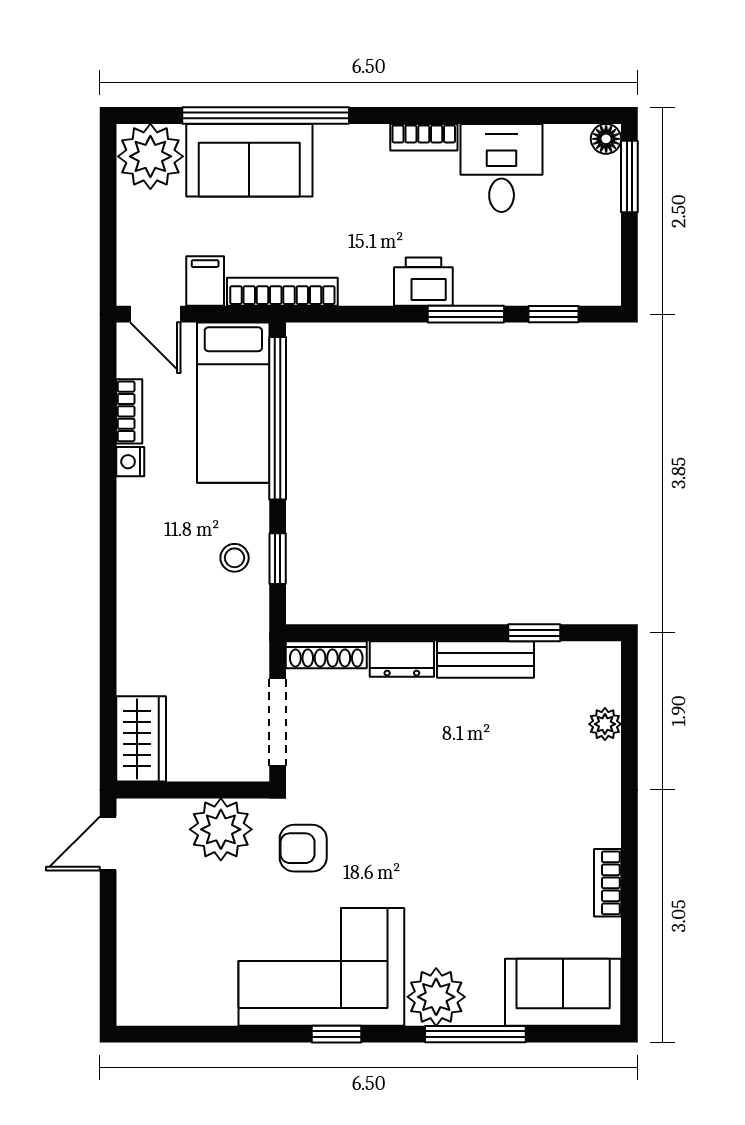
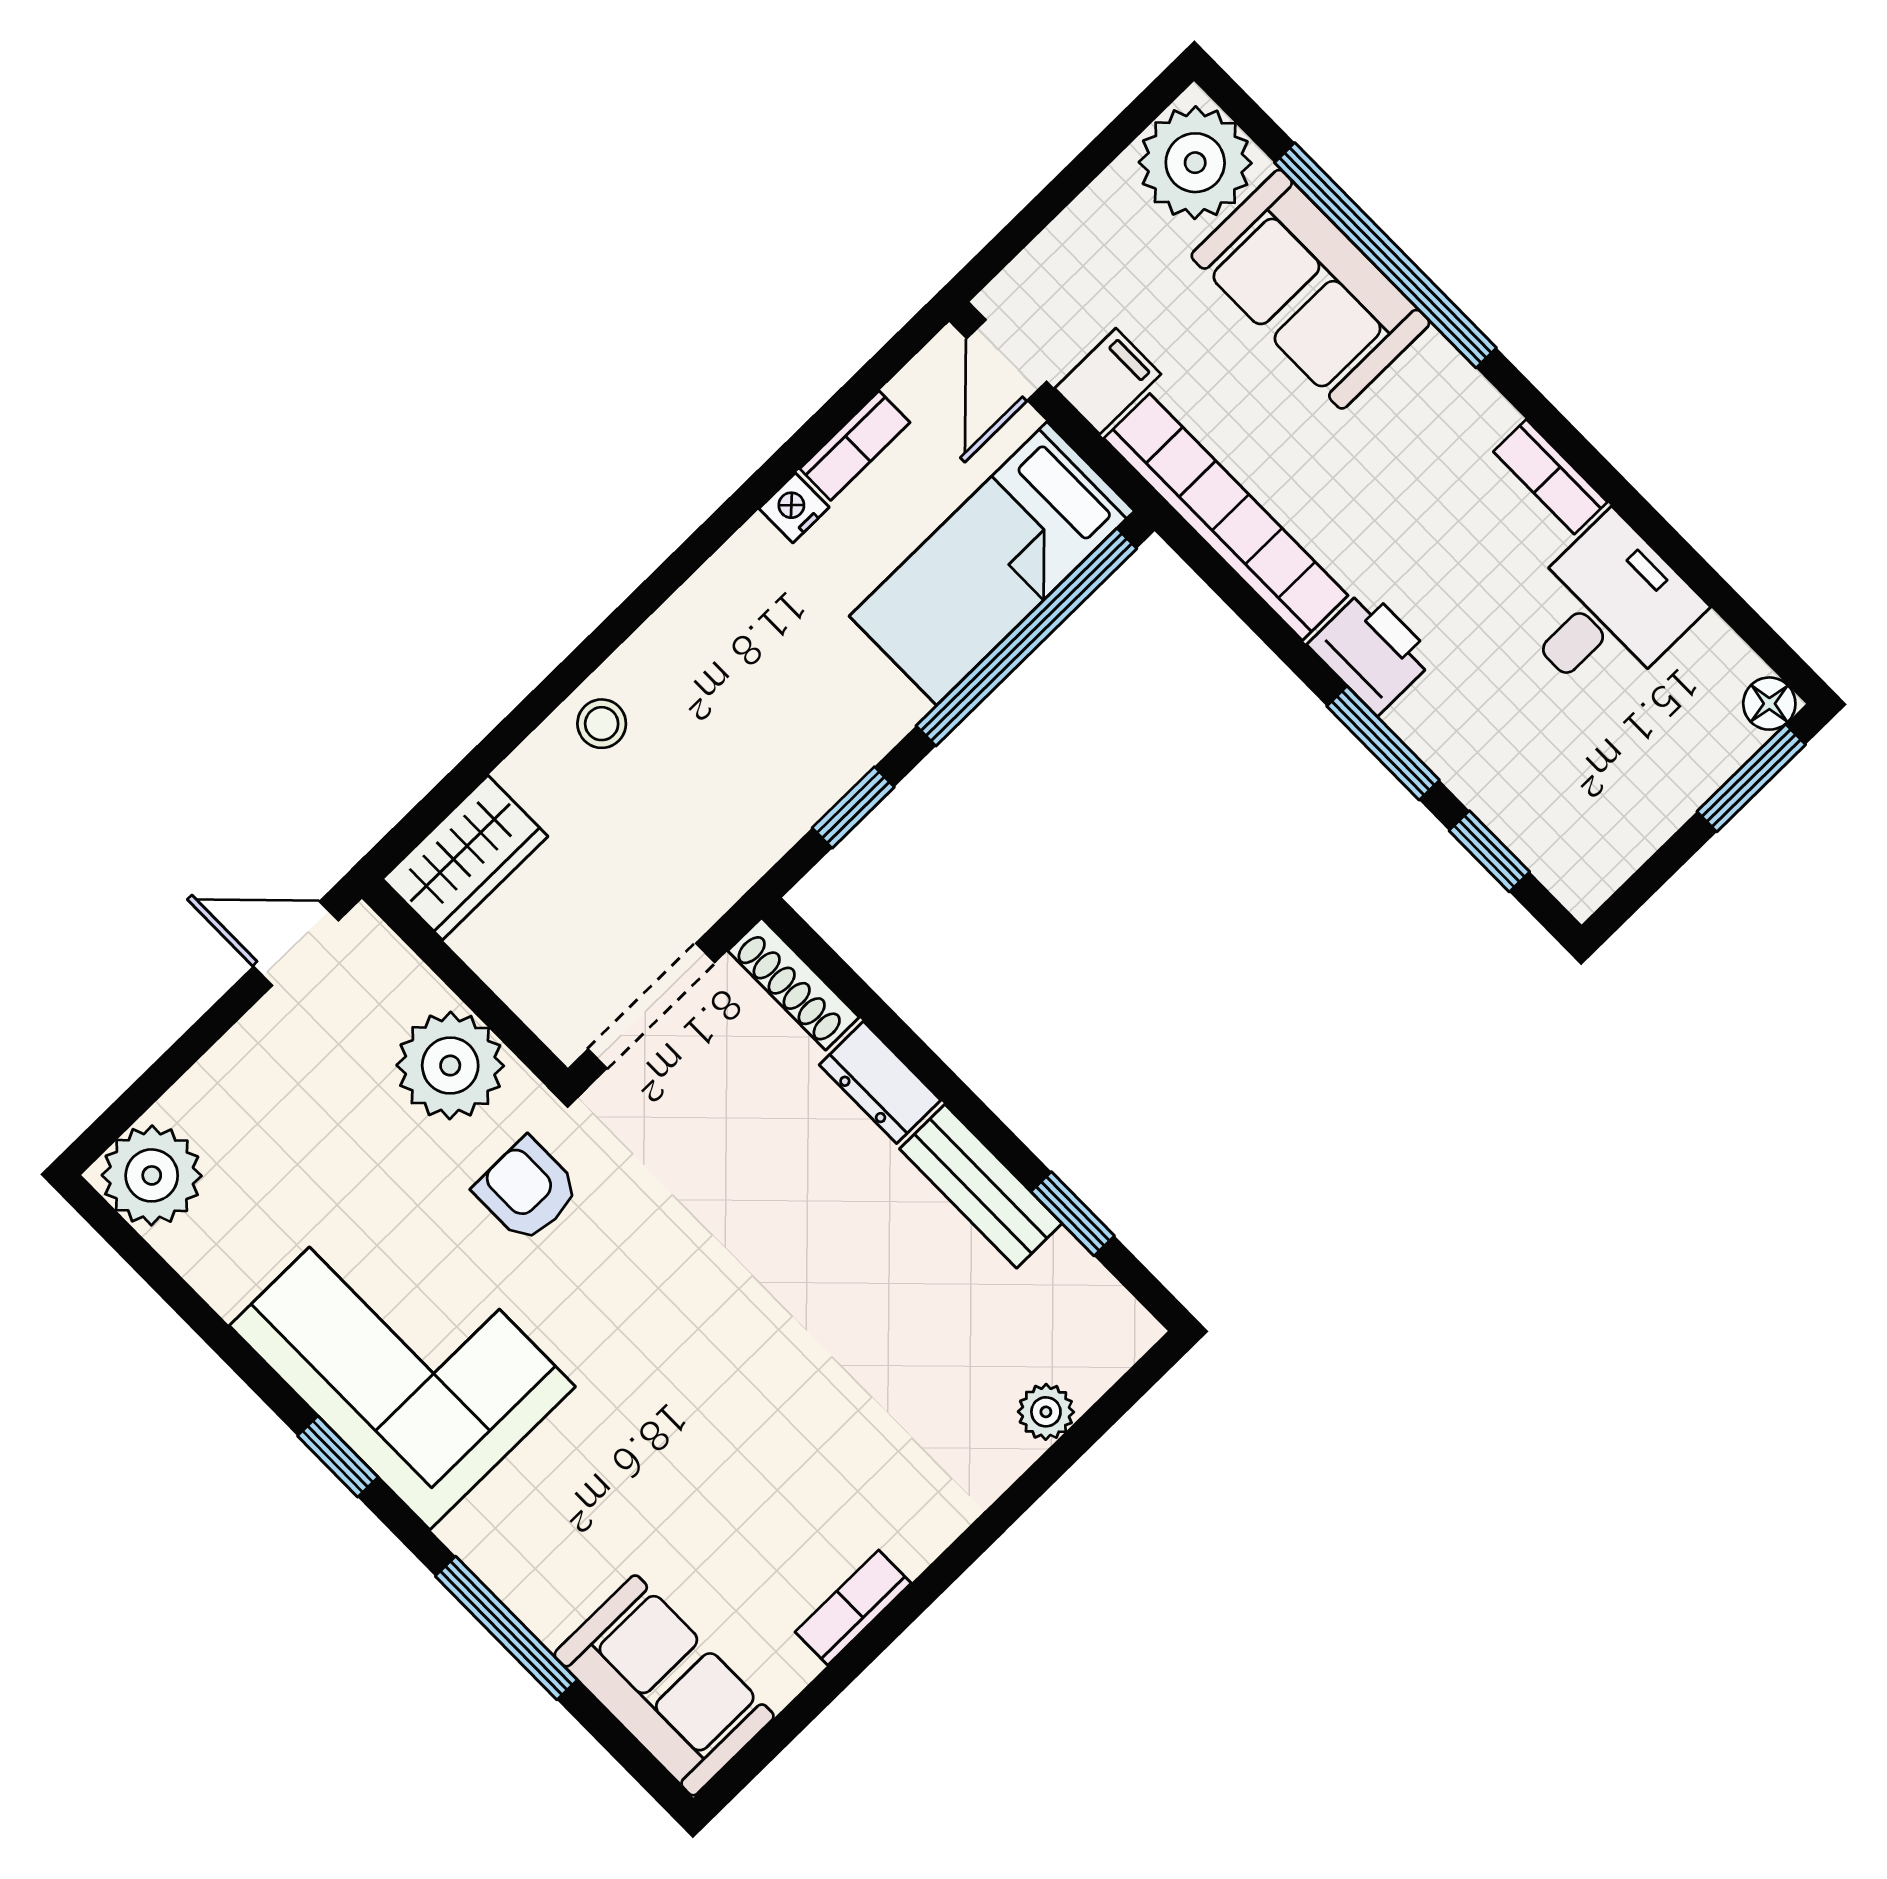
bookcase: (282, 292) -> (1226, 517), width x1.48, depth x1.31
stool: (235, 558) -> (602, 724), moved
plant: (436, 997) -> (152, 1175), moved

